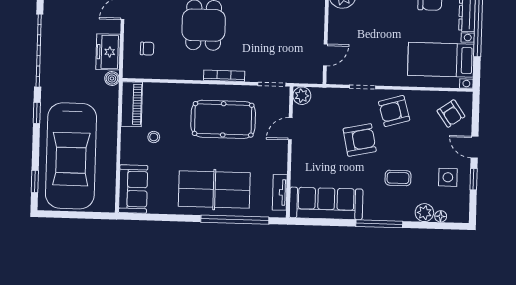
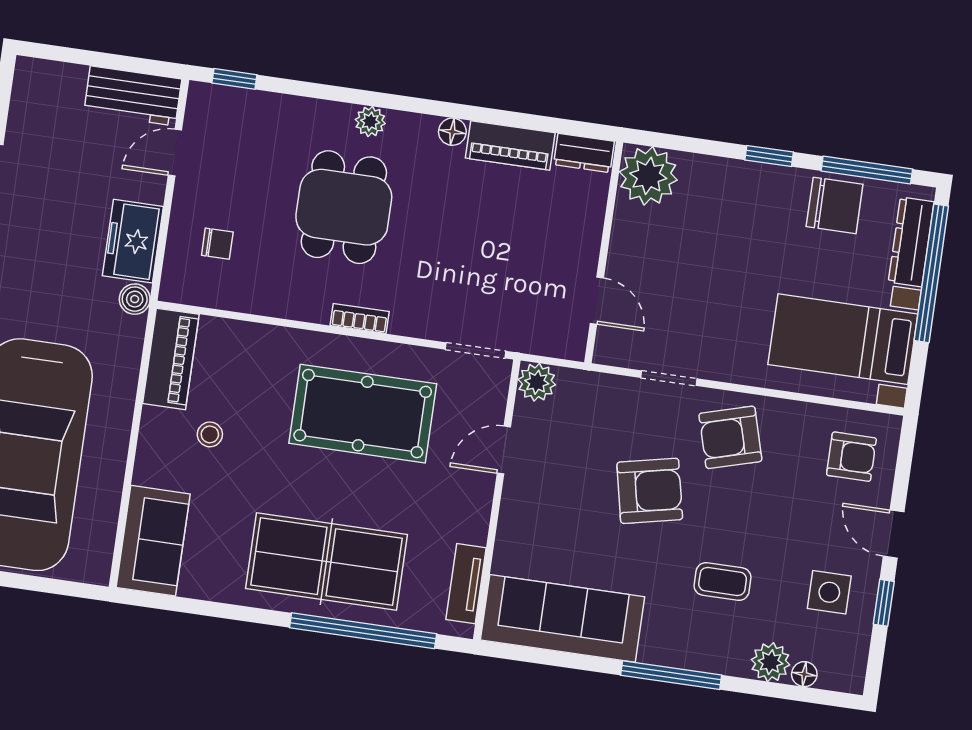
door: (325, 55) -> (597, 301), hinge flipped
bookcase: (224, 76) -> (360, 318), width x0.64
armchair: (451, 114) -> (851, 457), turned -55

